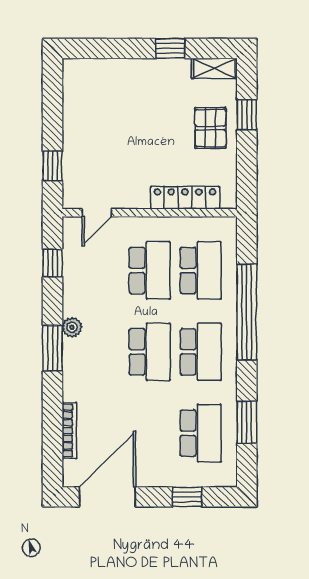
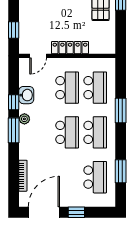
locker: (185, 198) -> (70, 48), moved
window: (53, 263) -> (14, 102), moved
washbasin: (75, 284) -> (26, 95), added
window: (247, 312) -> (121, 111), width x0.47
window: (187, 497) -> (76, 212), moved

